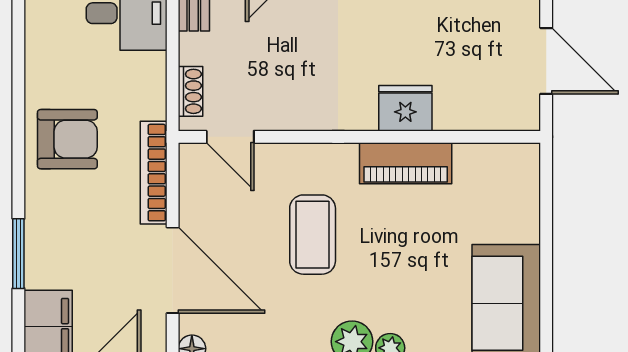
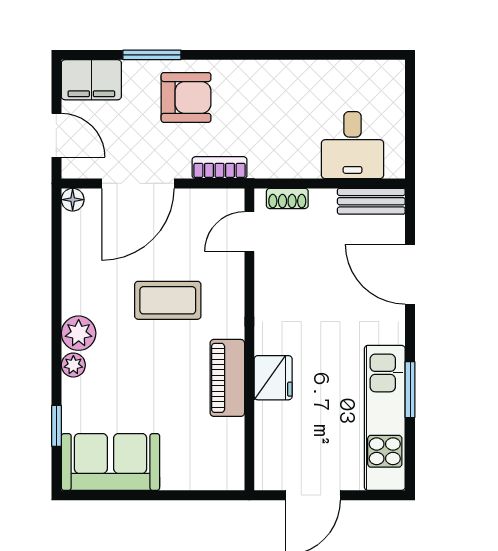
armchair: (67, 139) -> (186, 97), moved, turned -90
bookcase: (154, 173) -> (219, 168), width x0.64

